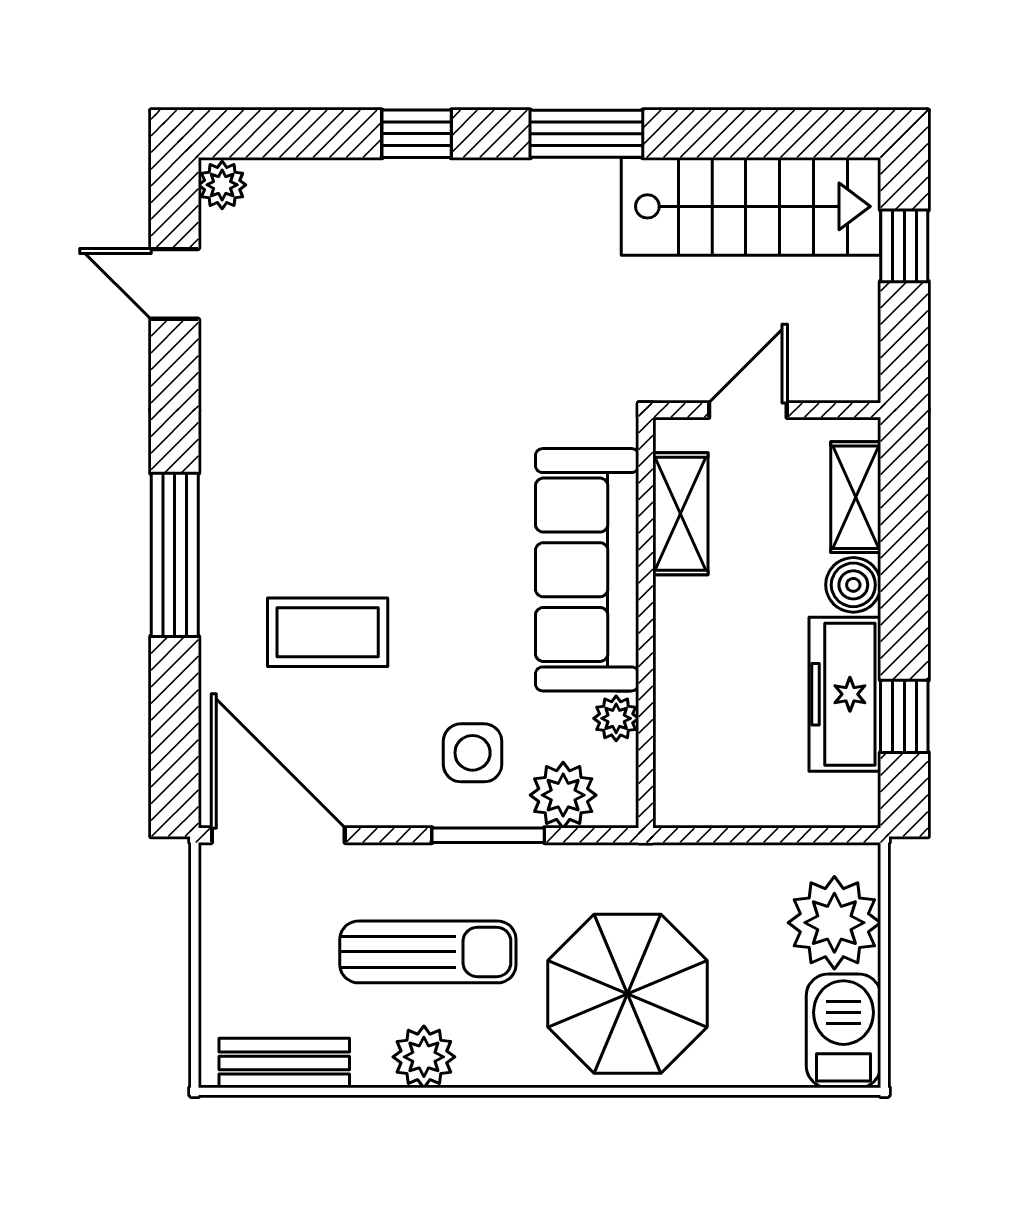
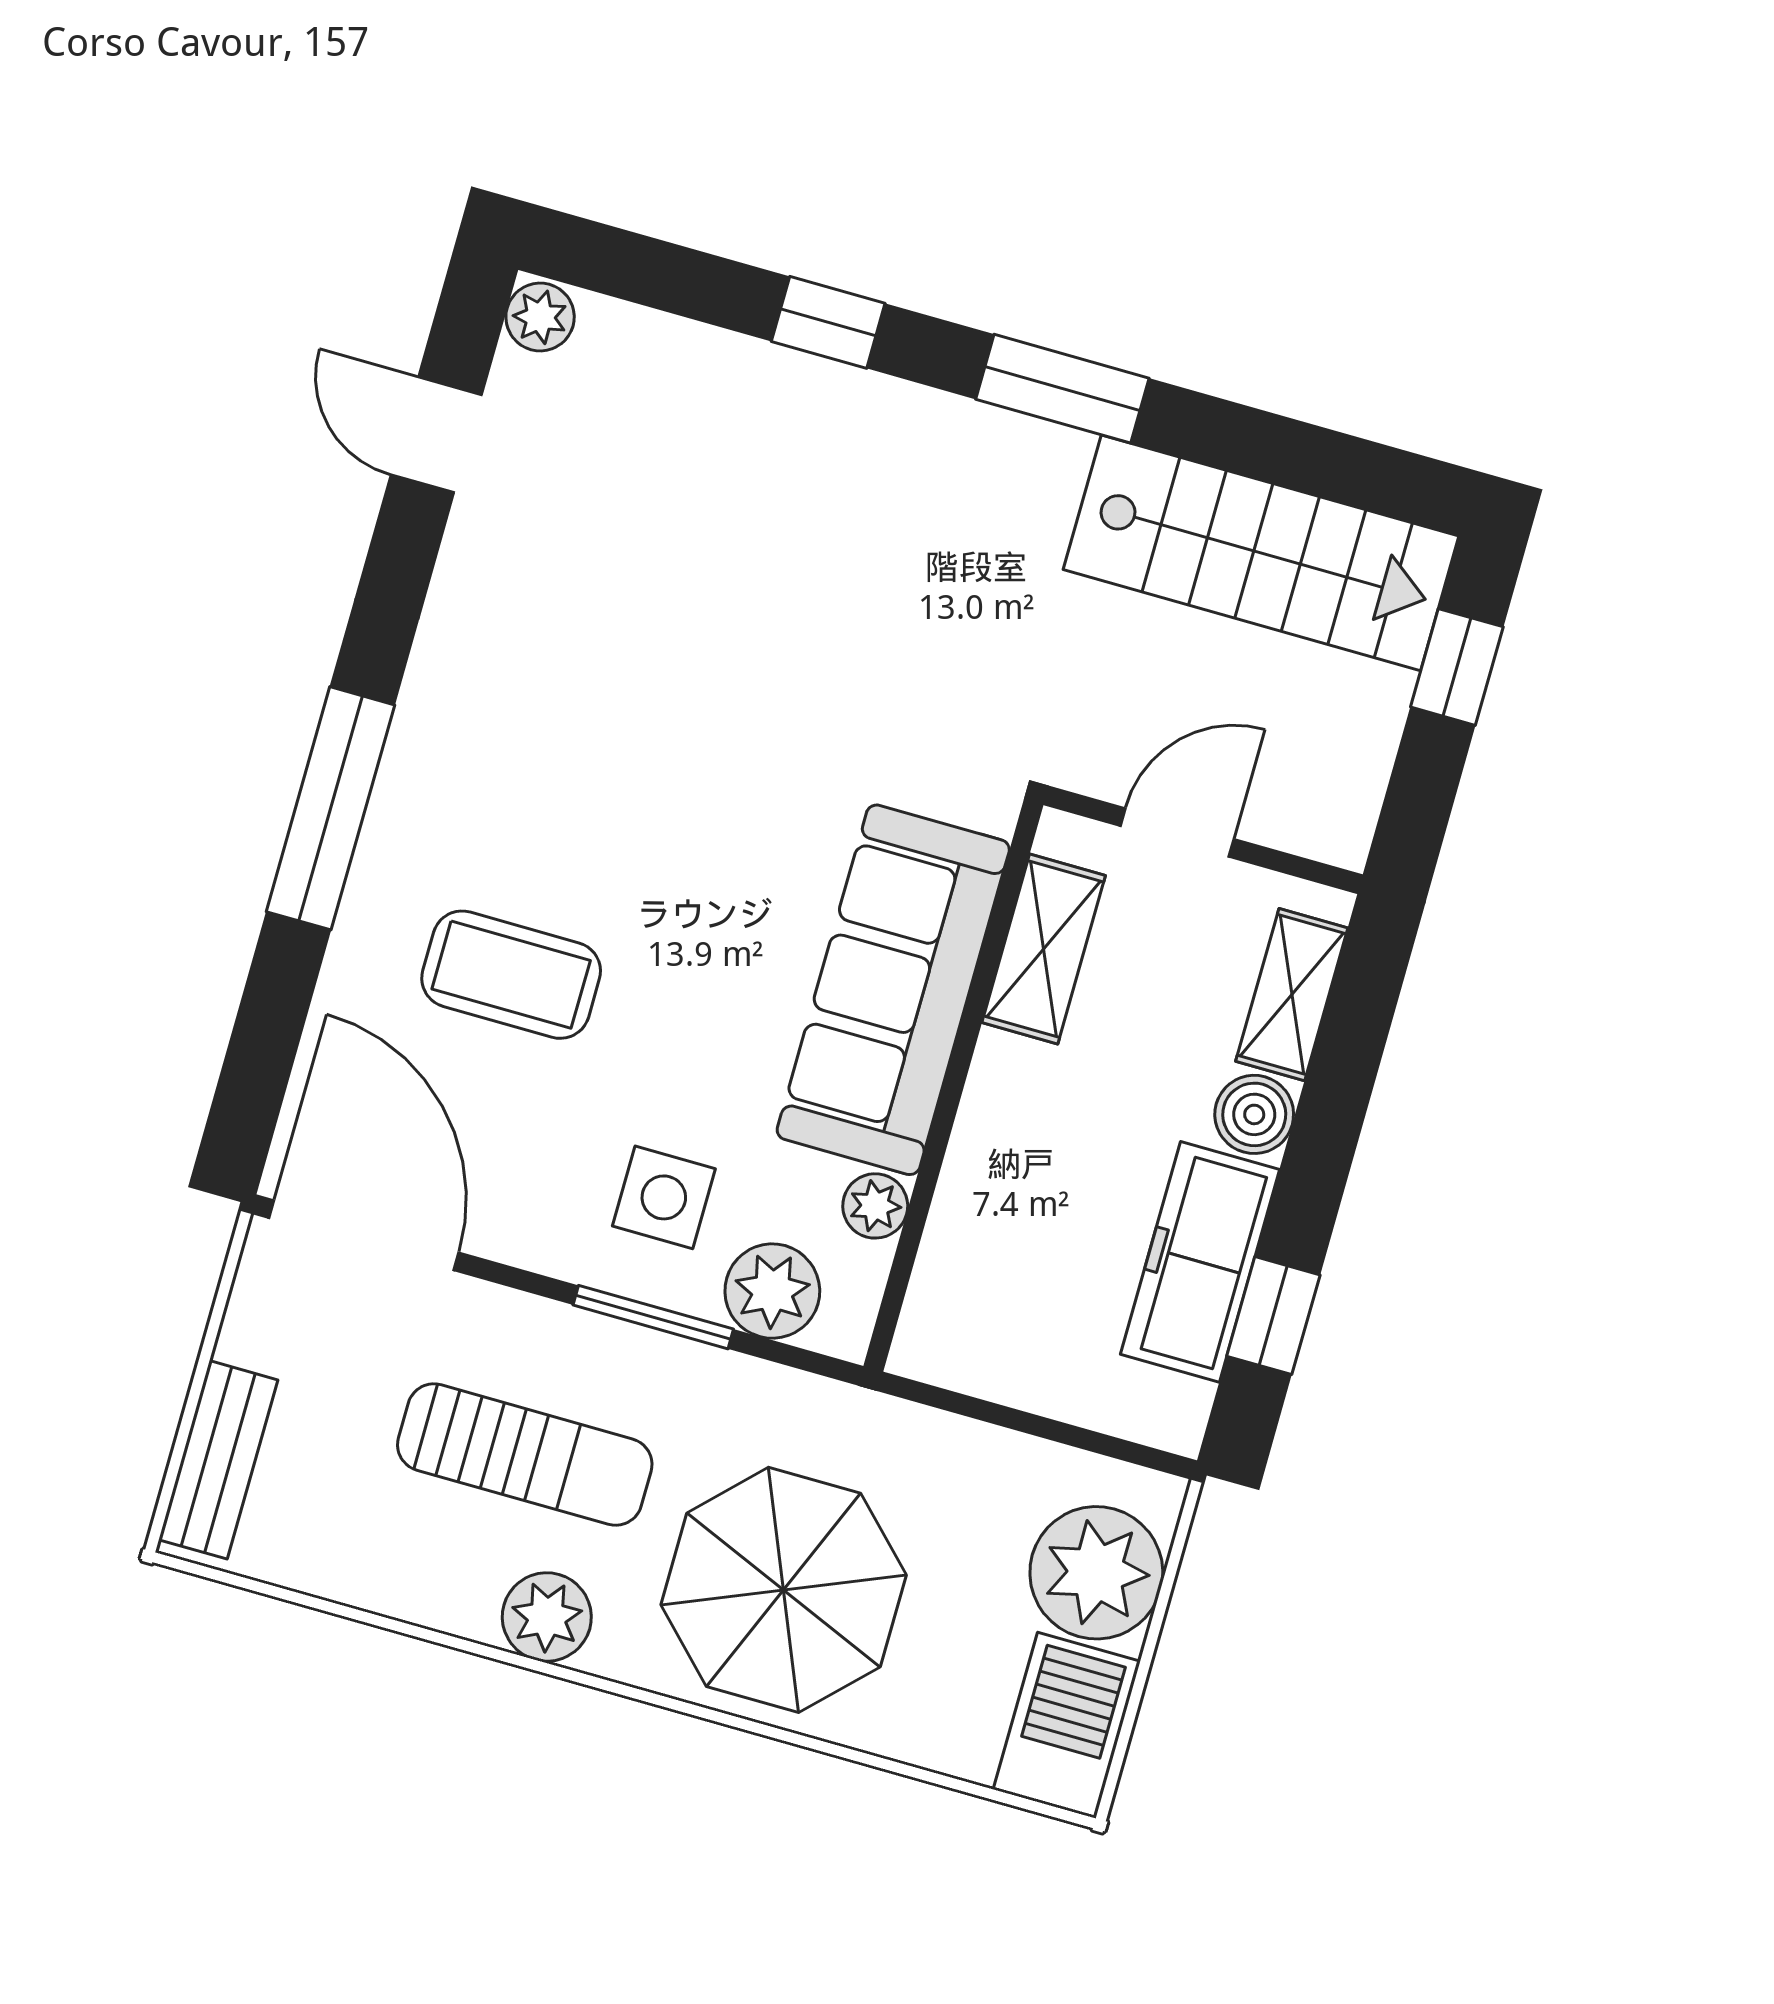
plant: (424, 1057) -> (547, 1617), moved
bench: (284, 1063) -> (218, 1460), moved, turned 90

